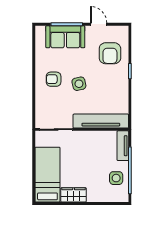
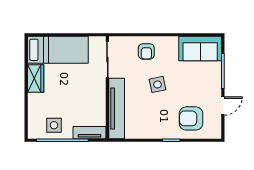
sofa: (65, 37) -> (200, 49), moved, turned -90
armchair: (54, 79) -> (146, 51), moved, turned 180

